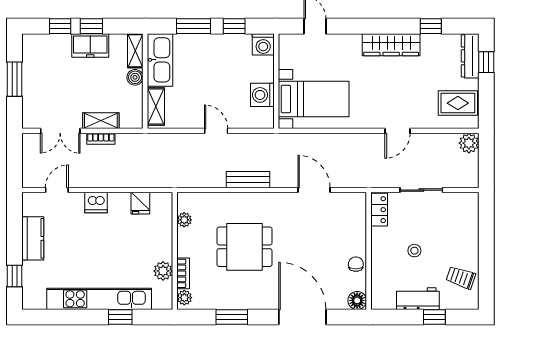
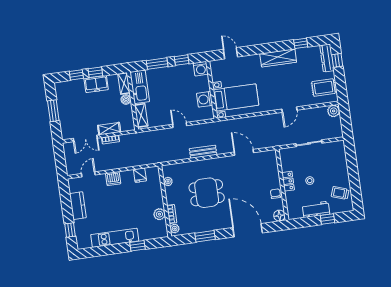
locker: (379, 210) -> (288, 181), moved
kitchen unit: (99, 299) -> (115, 238), width x0.73

